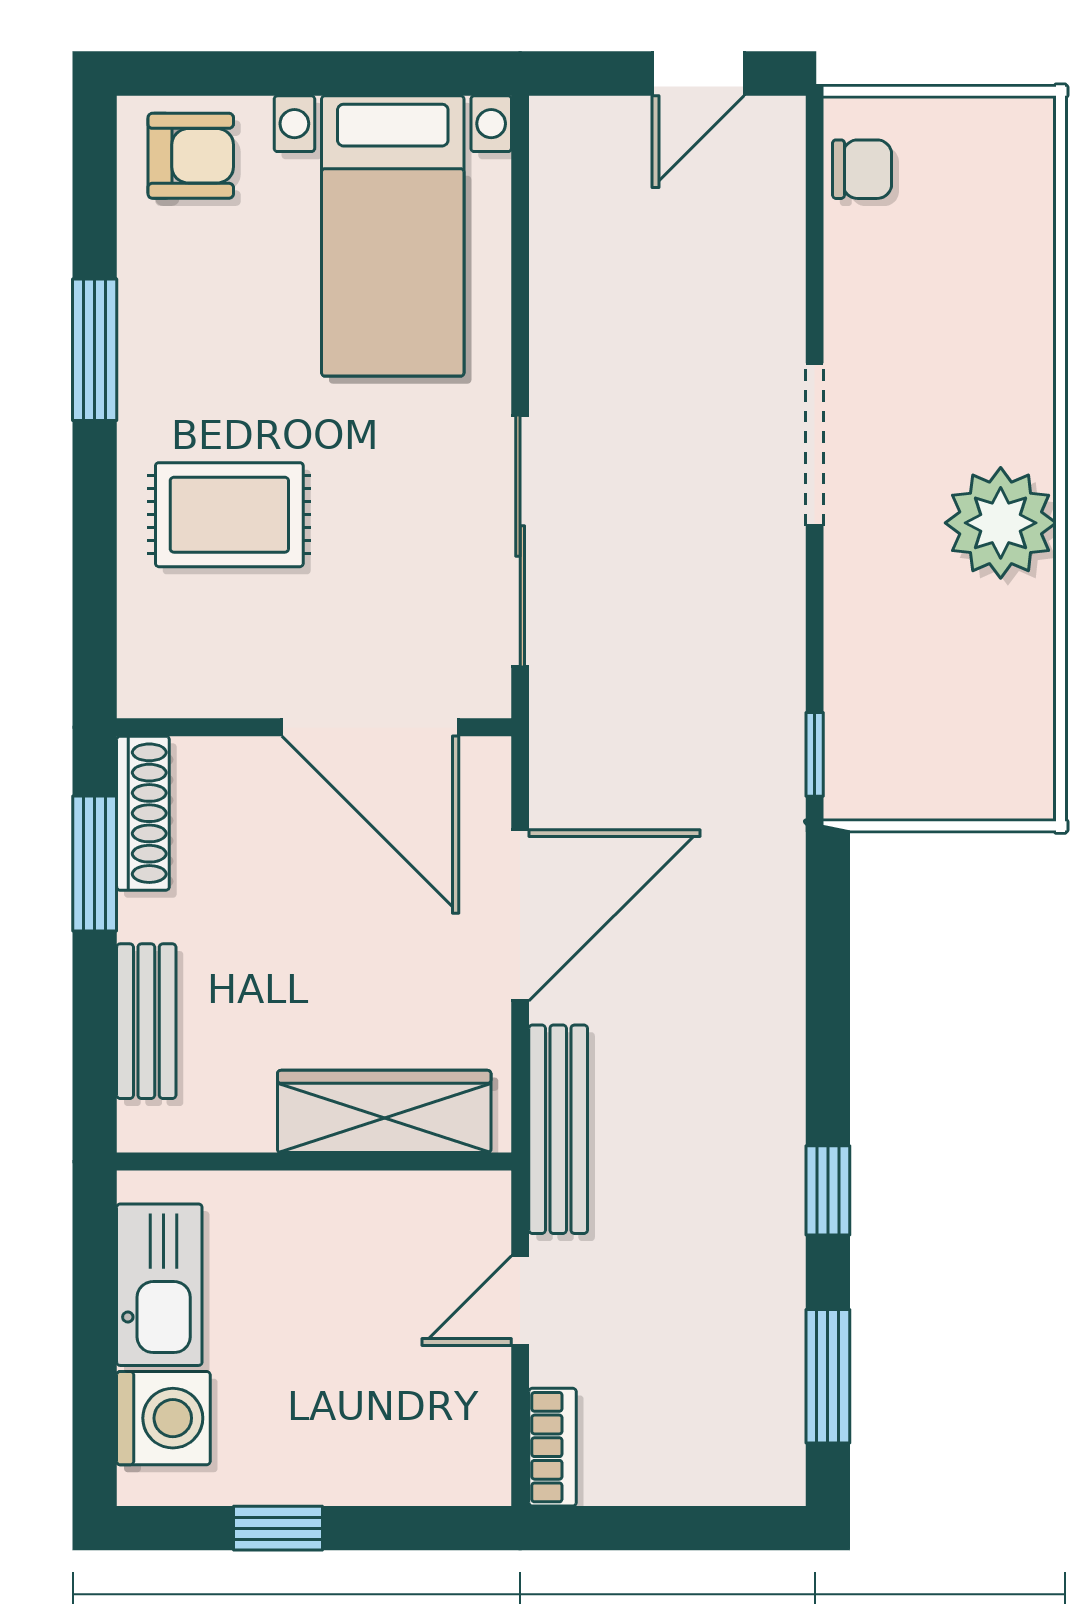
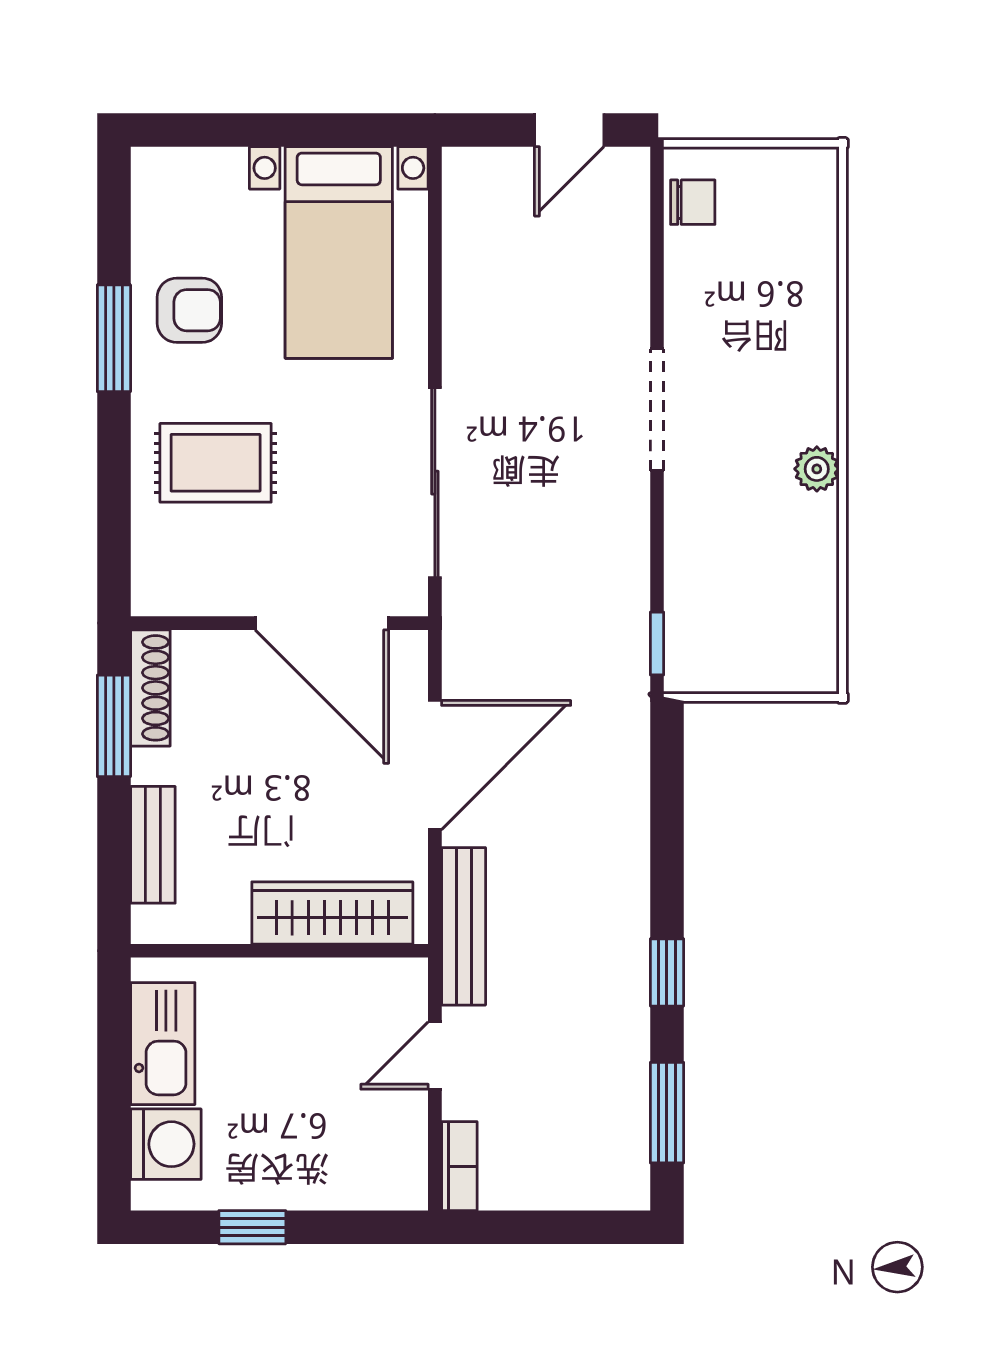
armchair: (191, 156) -> (189, 310), moved
plant: (1001, 523) -> (817, 469), width x0.53, depth x0.53

